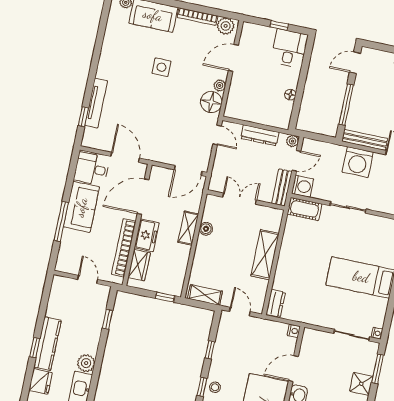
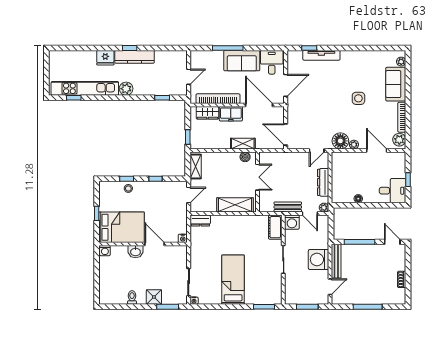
double door: (240, 199) -> (258, 177), moved
wall: (246, 200) -> (258, 182), moved

